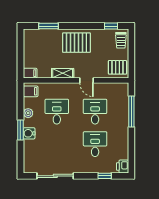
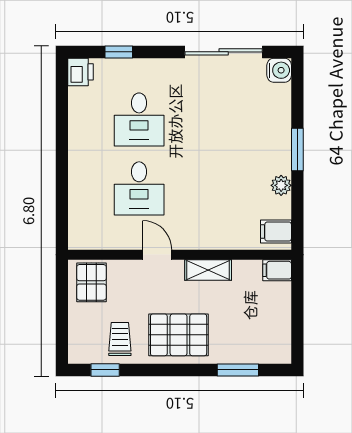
trolley: (121, 40) -> (120, 339), moved
pallet: (117, 67) -> (91, 282), turned 90
desk: (57, 112) -> (220, 188), removed
window: (131, 112) -> (62, 189), removed
water cooler: (29, 133) -> (279, 70), moved

